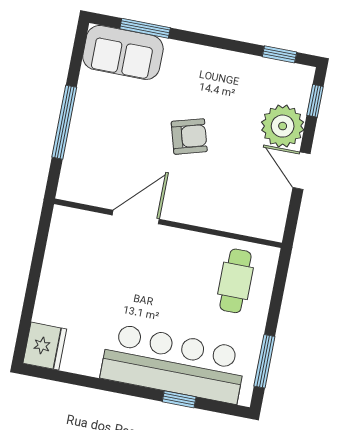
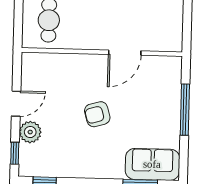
plant: (283, 126) -> (30, 132), width x0.73, depth x0.73
door: (301, 171) -> (16, 104), hinge flipped

